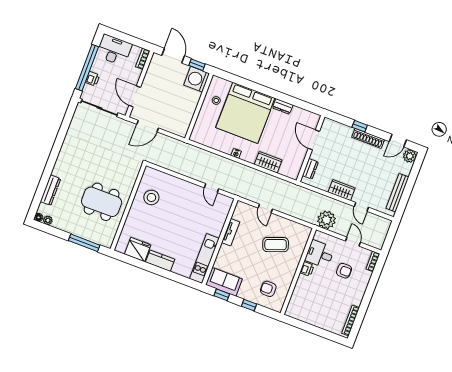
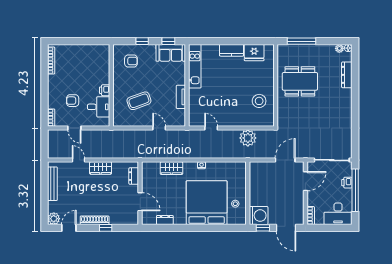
door: (135, 96) -> (305, 181), hinge flipped
dresser: (283, 106) -> (165, 220), moved
plant: (326, 220) -> (248, 138), moved

